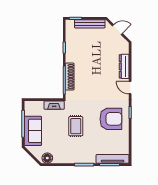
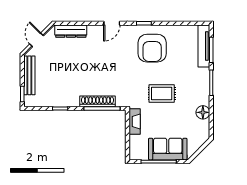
dresser: (124, 66) -> (71, 31), moved
armchair: (111, 119) -> (152, 48), turned 180
floor lamp: (47, 158) -> (203, 112), moved

